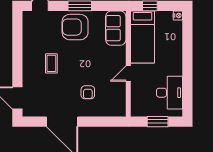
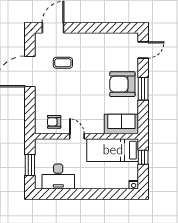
armchair: (75, 27) -> (122, 84), turned -90
coffee table: (51, 63) -> (63, 63), moved
armchair: (88, 92) -> (54, 122), moved

